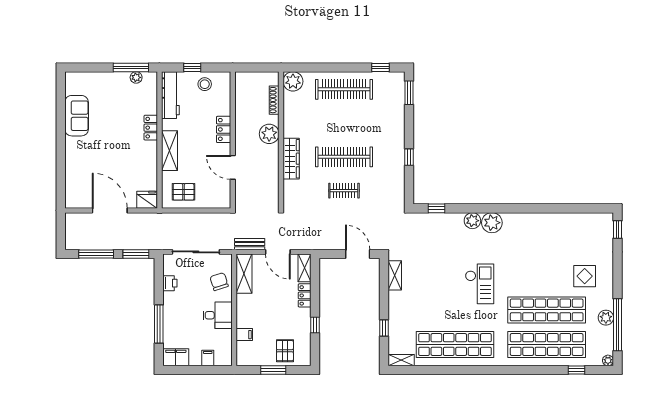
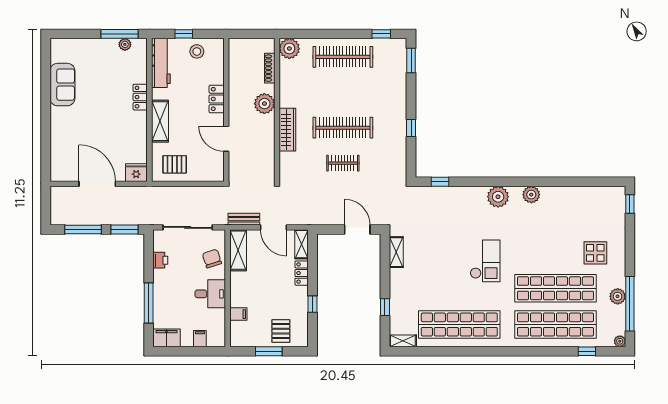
plant: (472, 221) -> (531, 195), moved

